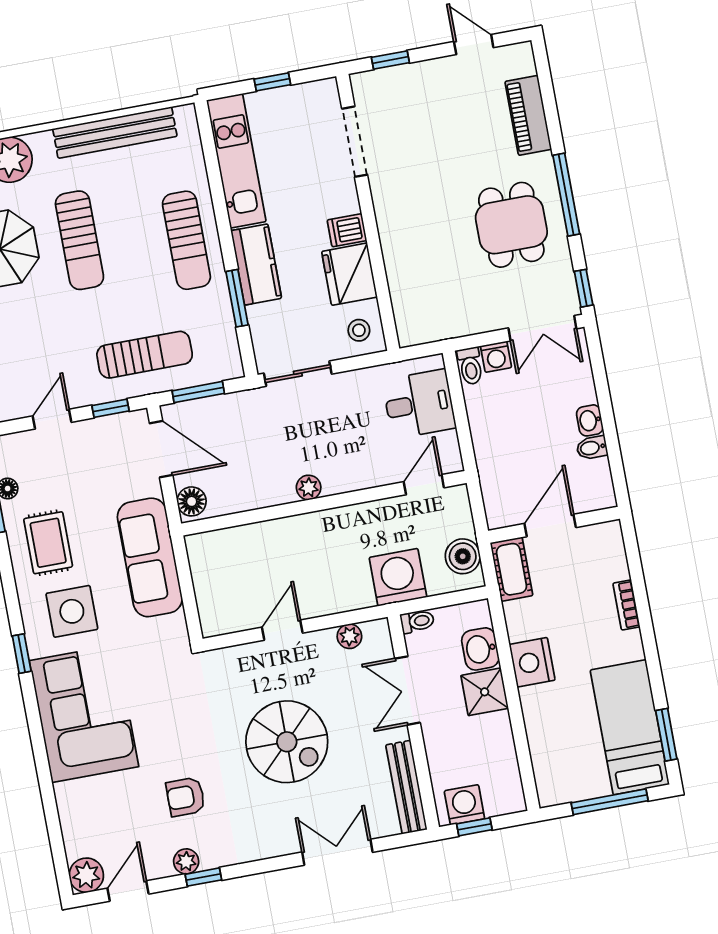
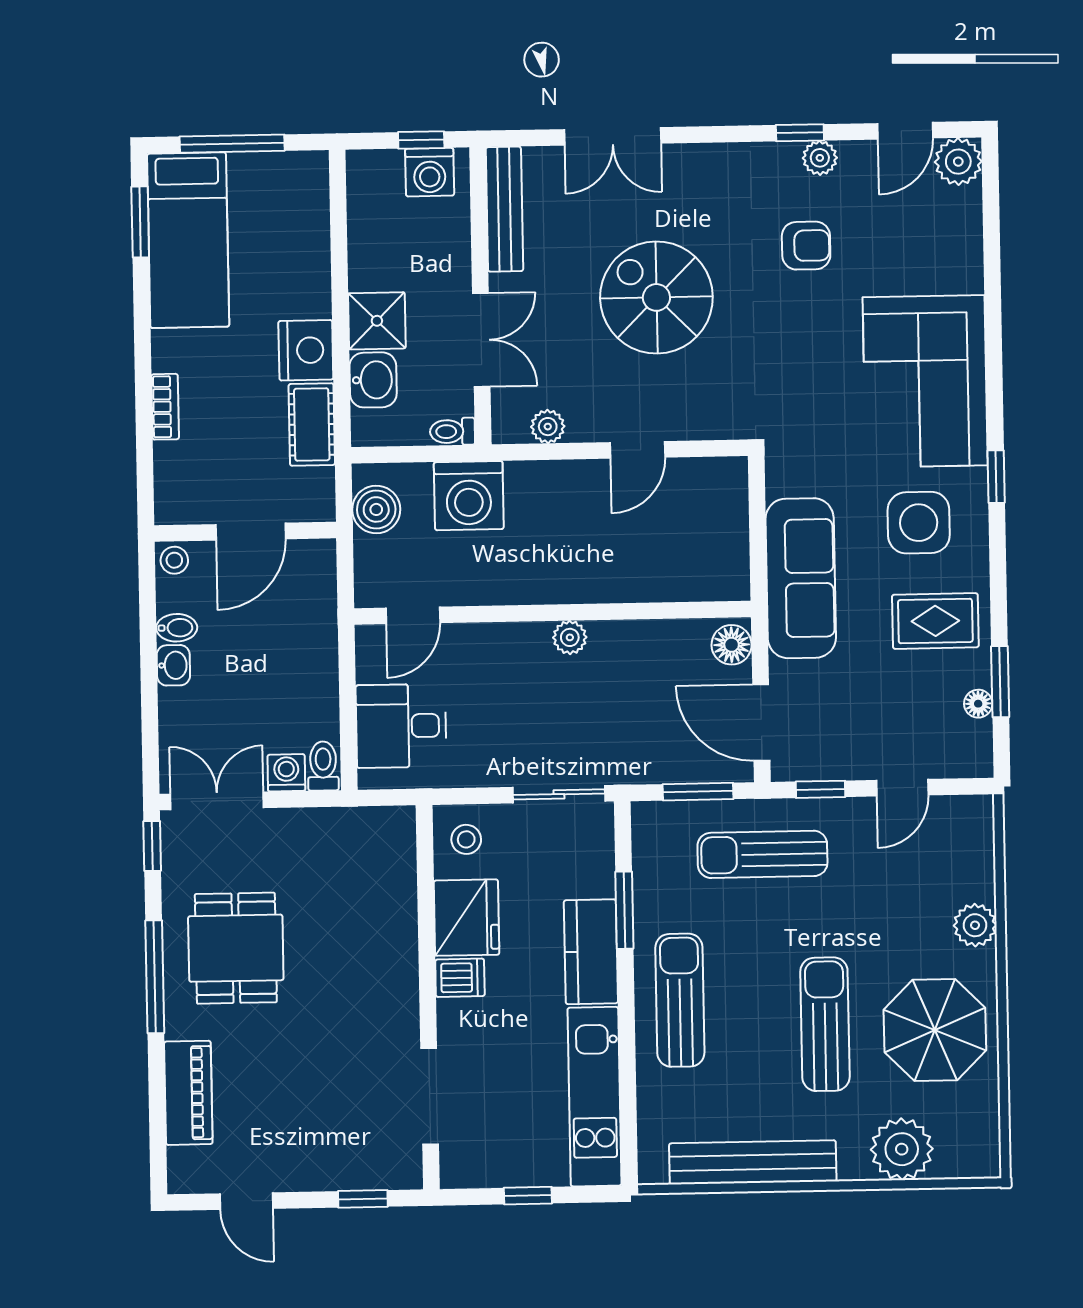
stool: (602, 496) -> (174, 560), added
rug: (48, 543) -> (935, 621), turned 90
cot: (512, 569) -> (312, 424), moved

